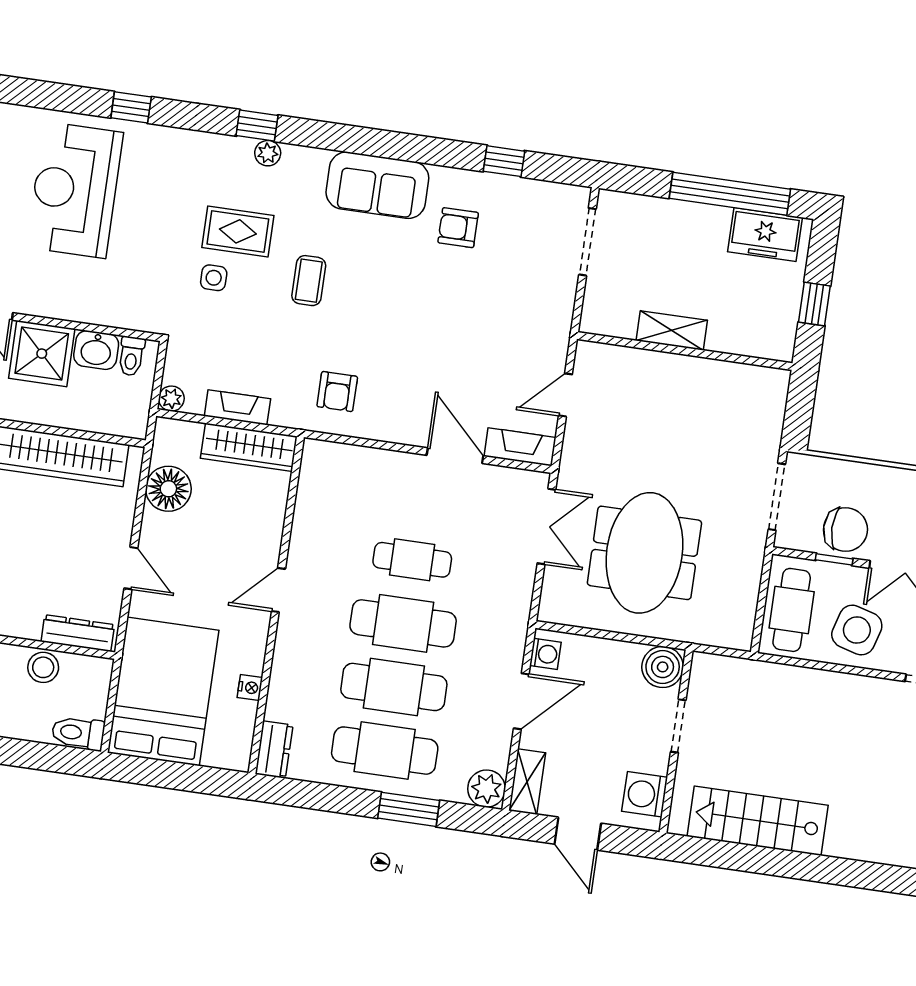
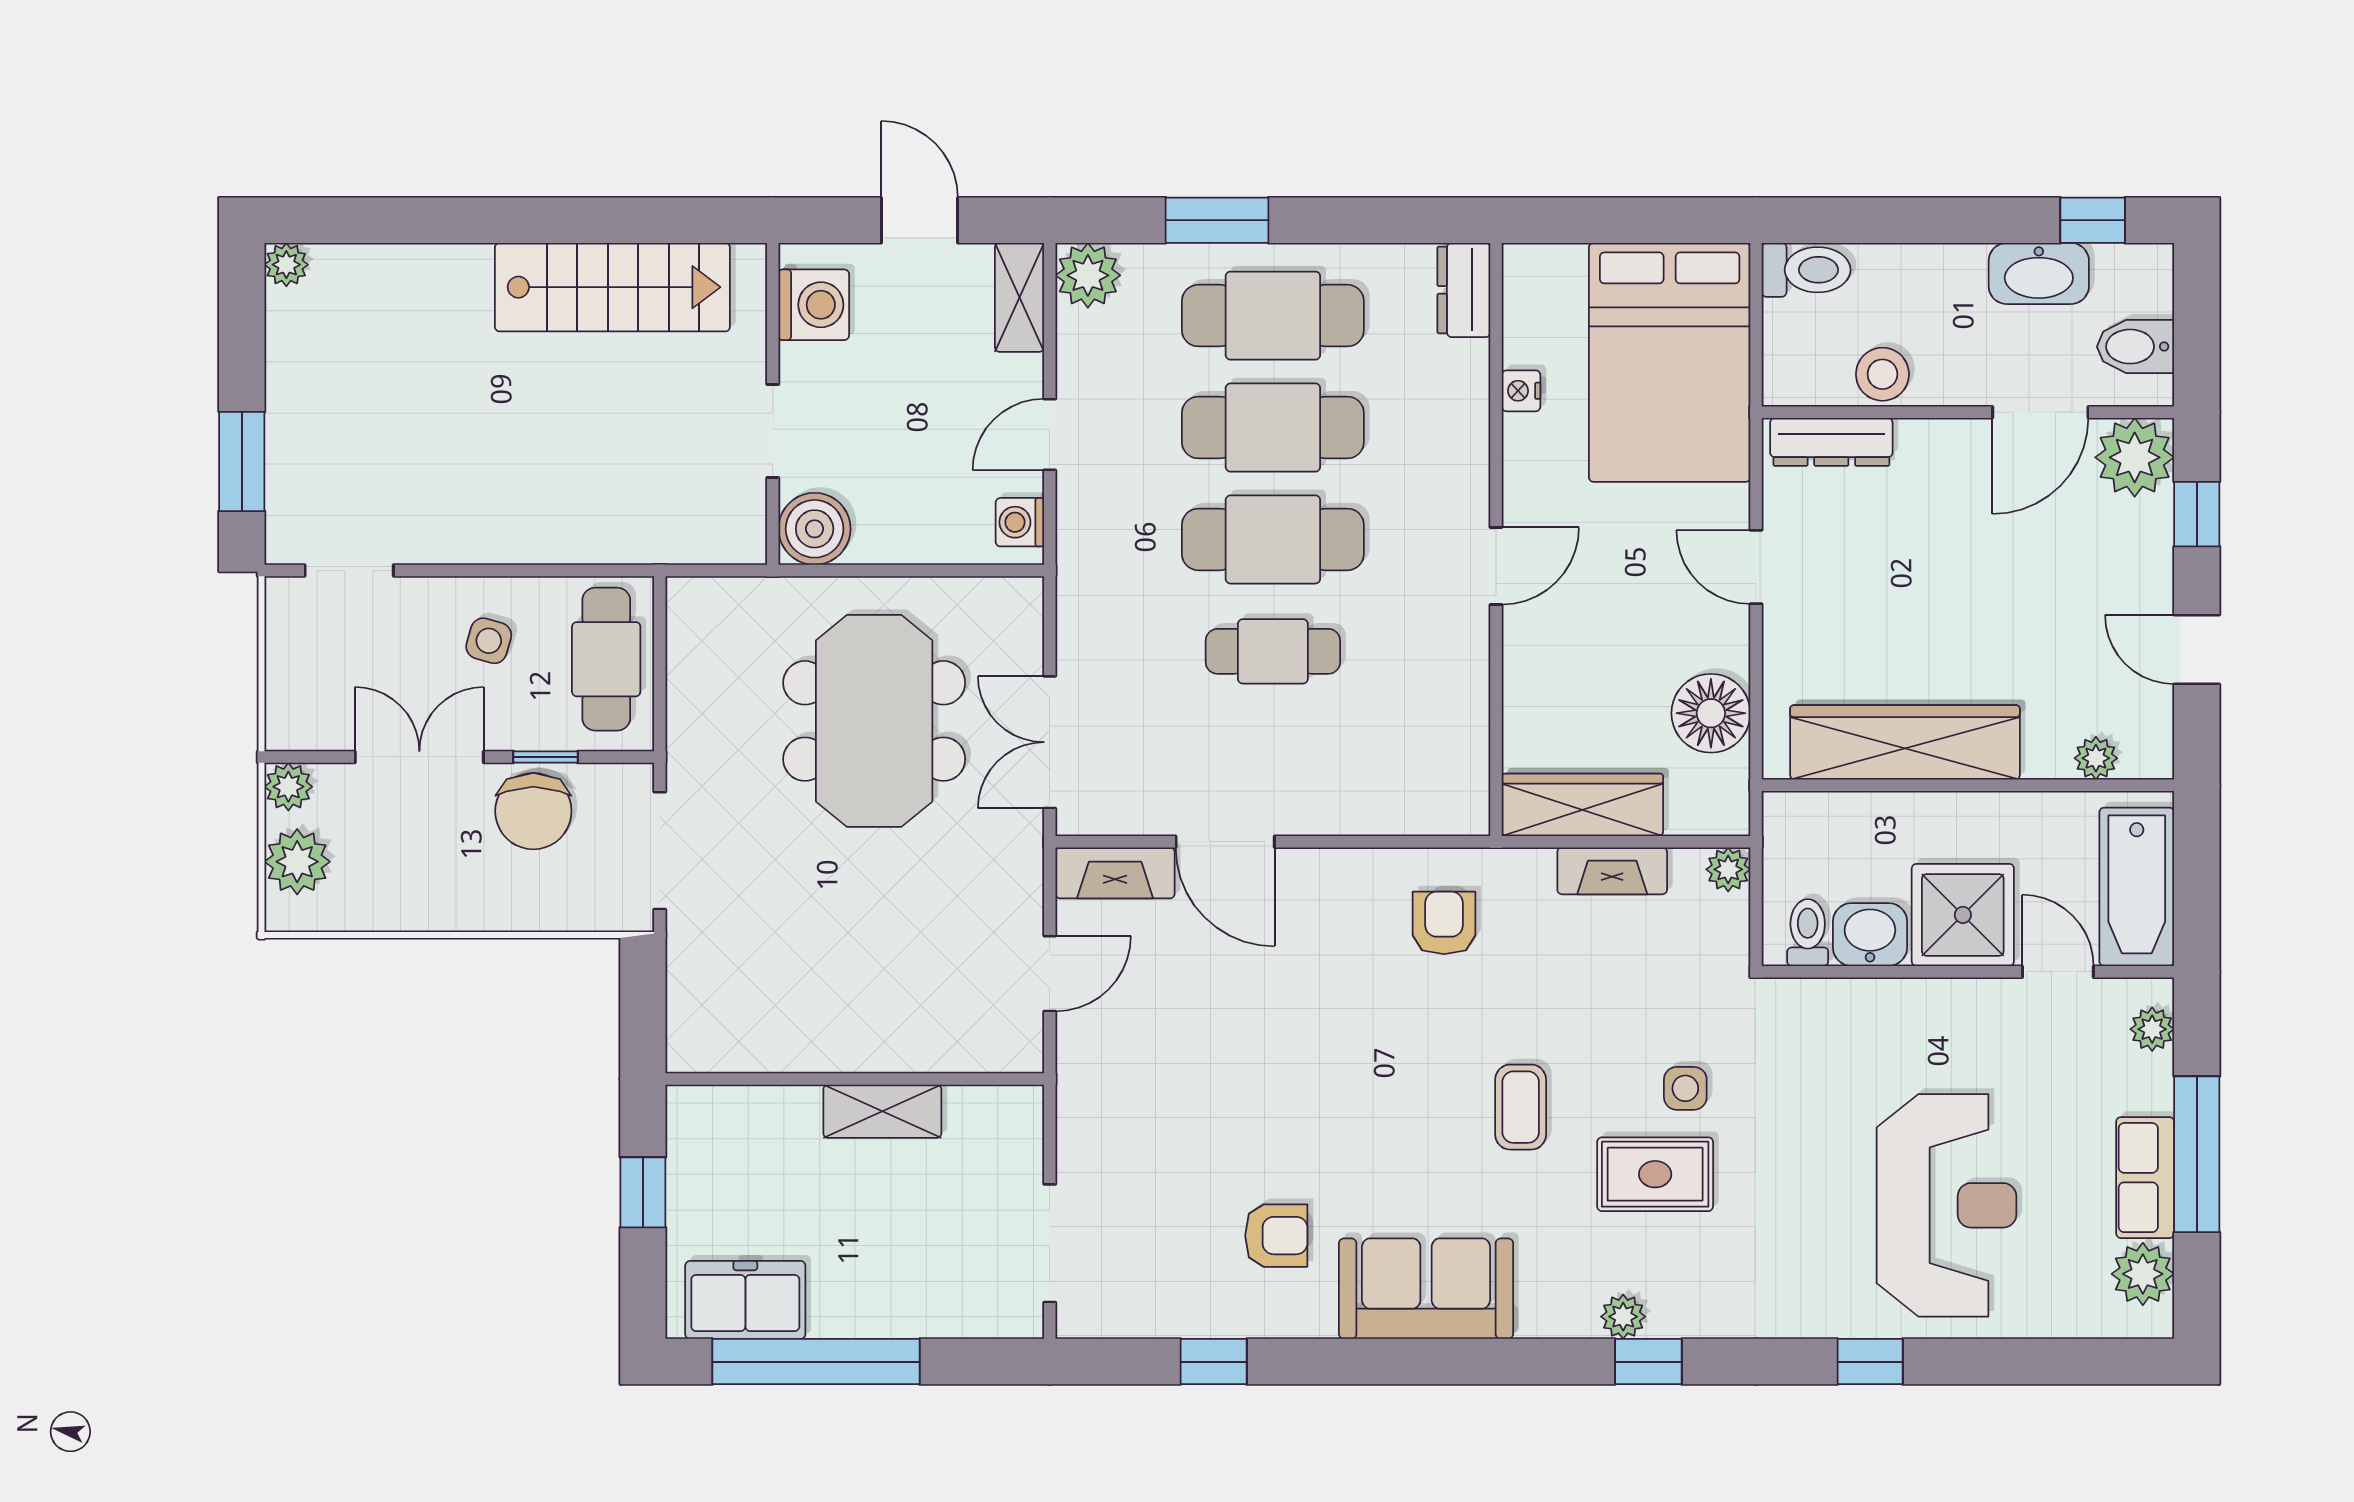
chair: (845, 530) -> (533, 811), turned -90
side table: (857, 630) -> (489, 641), width x0.54, depth x0.54
door: (521, 701) -> (1050, 434), width x0.73

